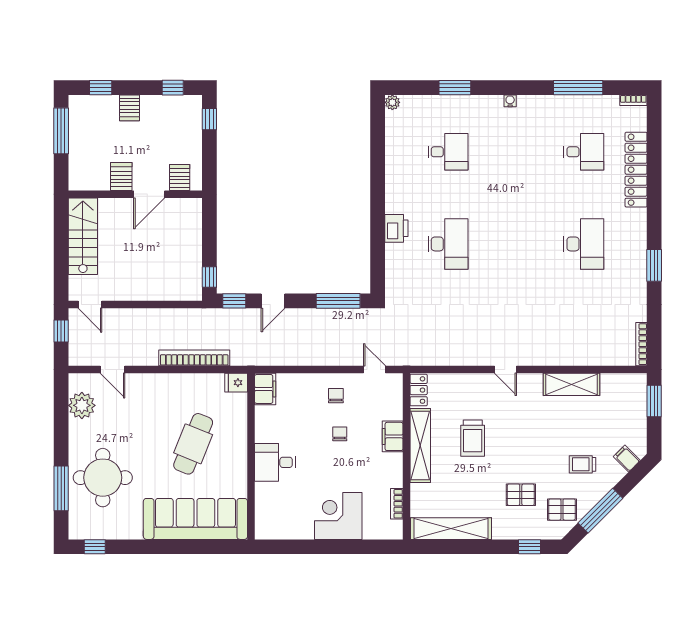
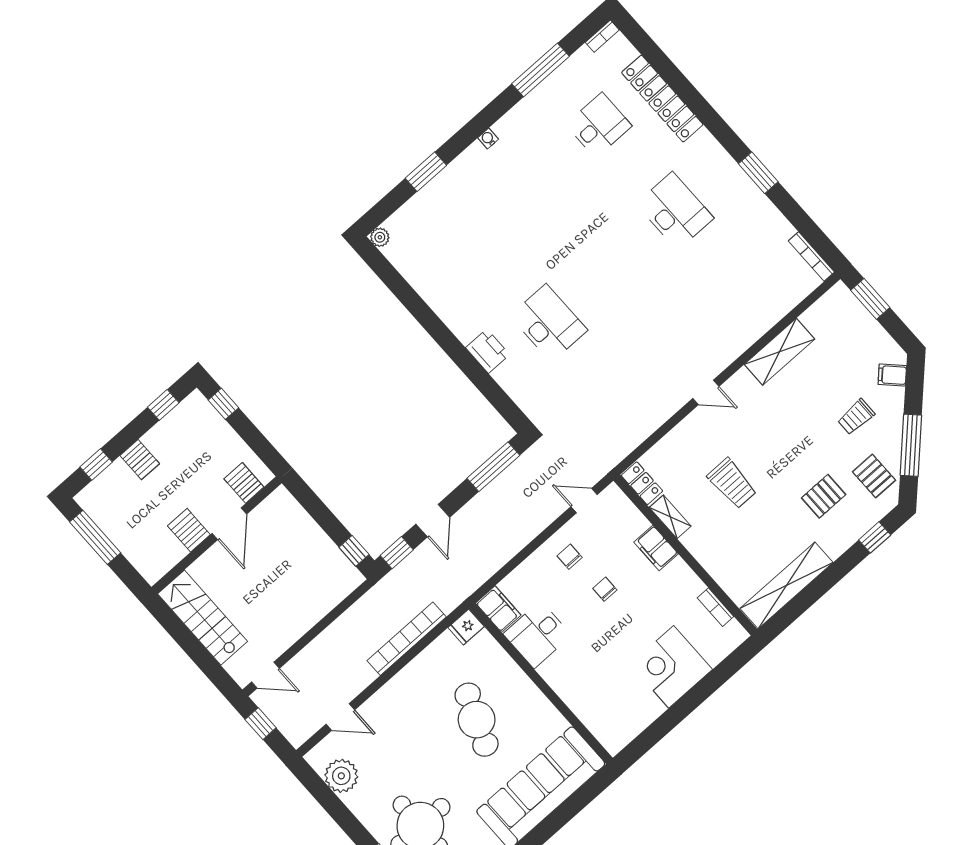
desk: (448, 152) -> (472, 237), removed
shelving: (420, 445) -> (670, 517), width x0.45, depth x0.75
desk: (275, 462) -> (537, 635), moved
pallet: (562, 510) -> (874, 476), turned 90

